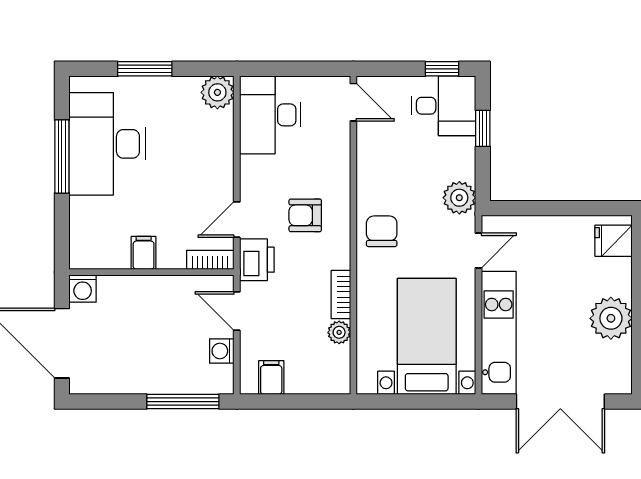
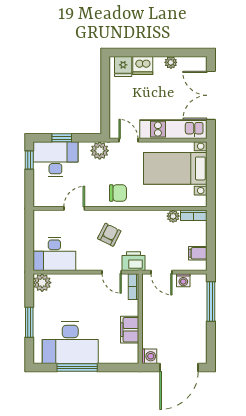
door: (353, 102) -> (74, 208), moved
desk: (443, 106) -> (55, 159), width x1.37
armchair: (305, 215) -> (109, 235), turned -153
chair: (382, 231) -> (118, 193), turned 180
filing cabinet: (144, 253) -> (130, 330), width x2.00
dishwasher: (615, 277) -> (143, 65), added
bookcase: (341, 294) -> (194, 215), moved
door: (237, 311) -> (161, 272), hinge flipped
plant: (611, 318) -> (171, 62), width x0.53, depth x0.53
double door: (560, 402) -> (211, 95), swing flipped

